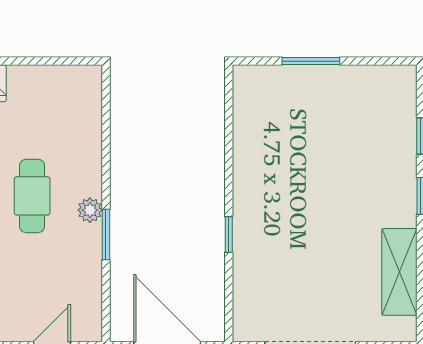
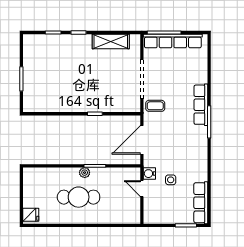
cafe table: (32, 196) -> (79, 197), width x1.37, depth x1.35

